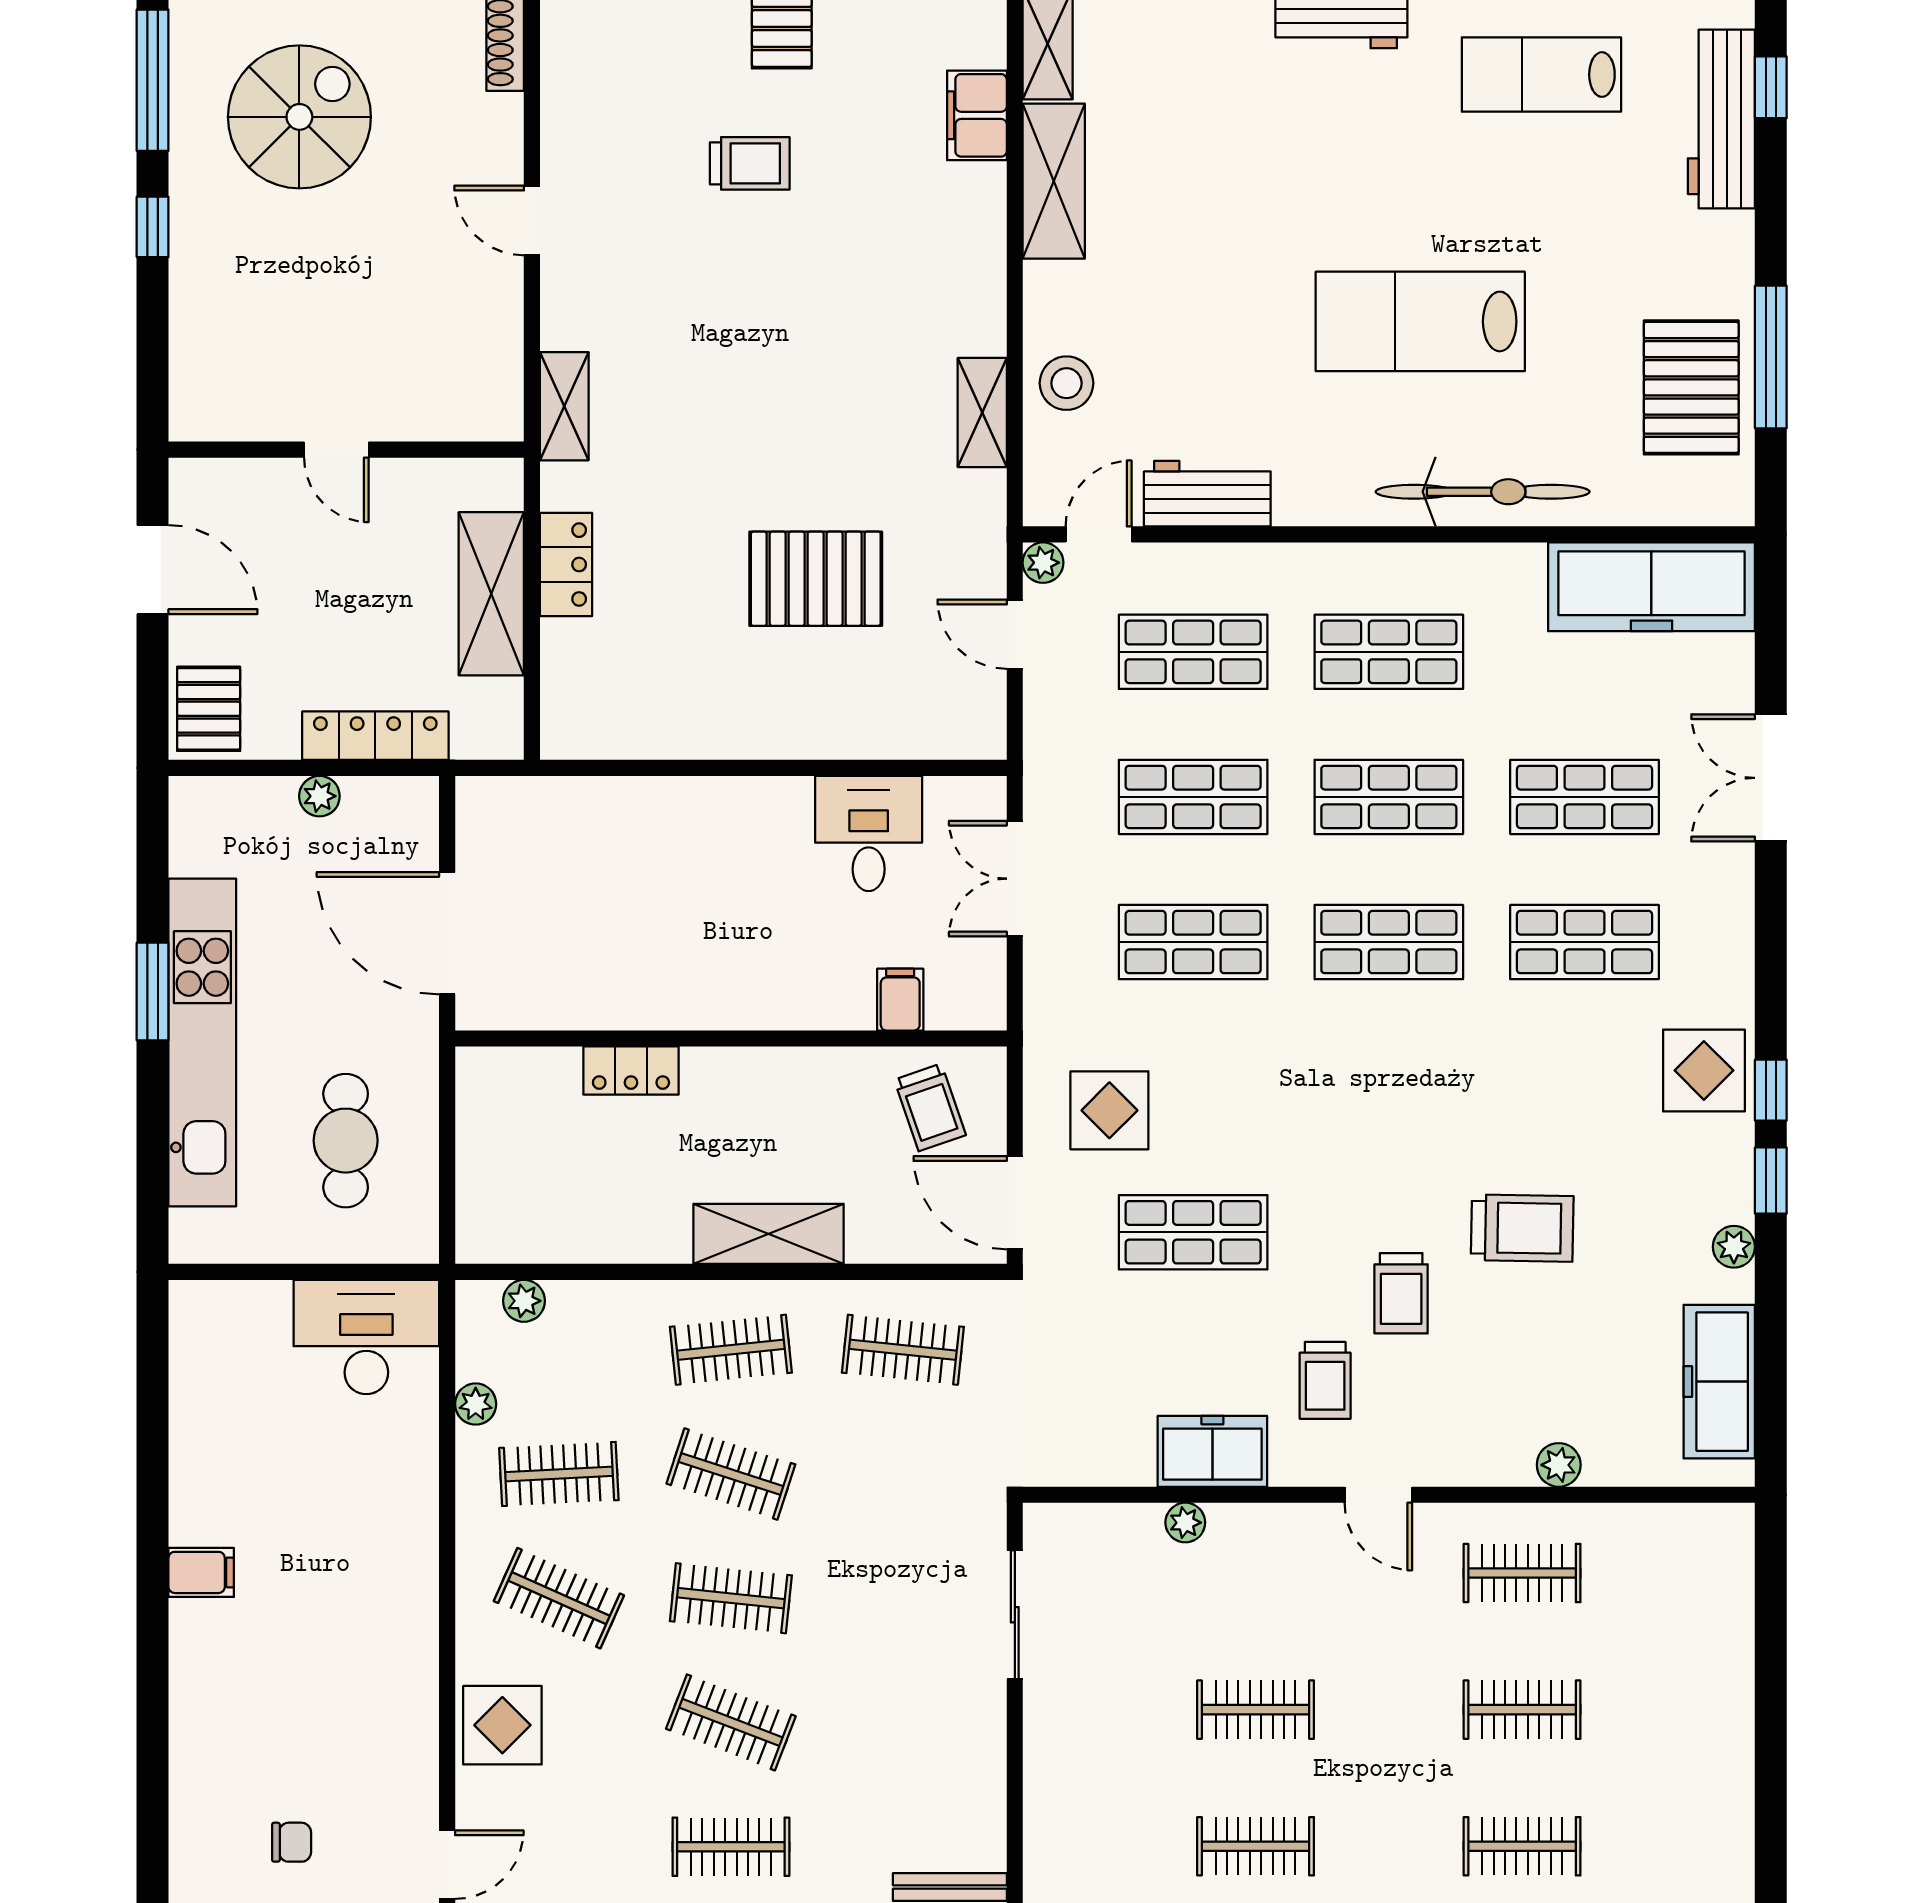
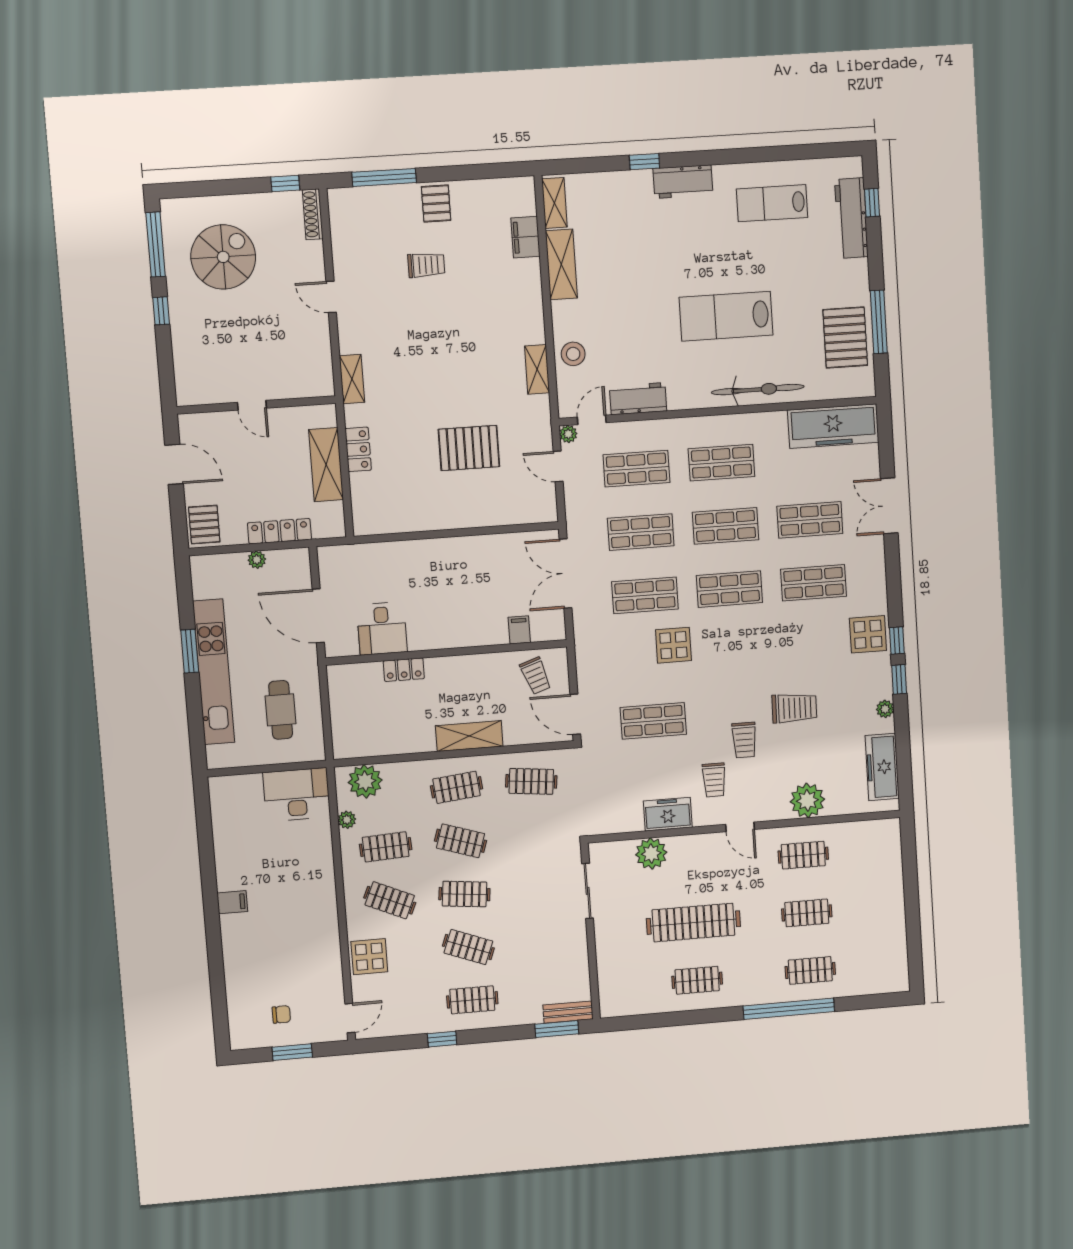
desk: (869, 833) -> (382, 628), moved, turned 180
double door: (1015, 879) -> (566, 573), width x1.37
display table: (1109, 1110) -> (673, 645), moved
plant: (524, 1301) -> (365, 781), width x1.88, depth x1.88
plant: (1559, 1465) -> (807, 800), width x1.88, depth x1.88
plant: (1185, 1523) -> (651, 853), width x1.87, depth x1.87
clothes rail: (1256, 1710) -> (693, 923), width x1.86, depth x1.31

